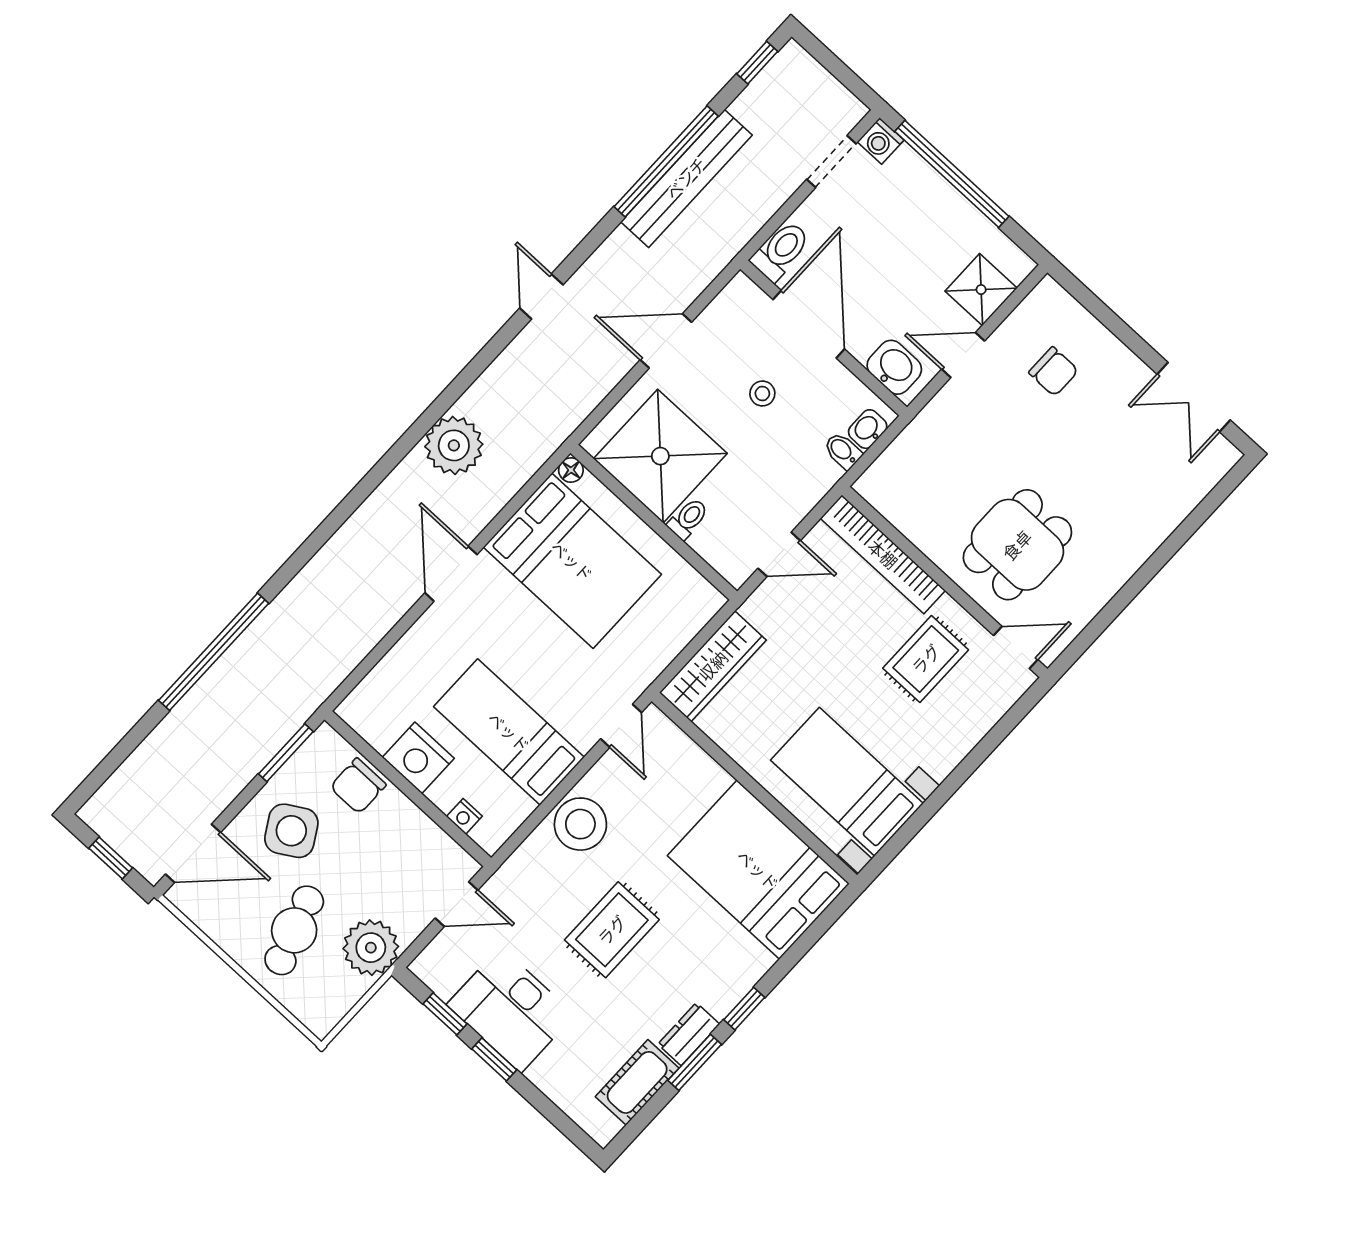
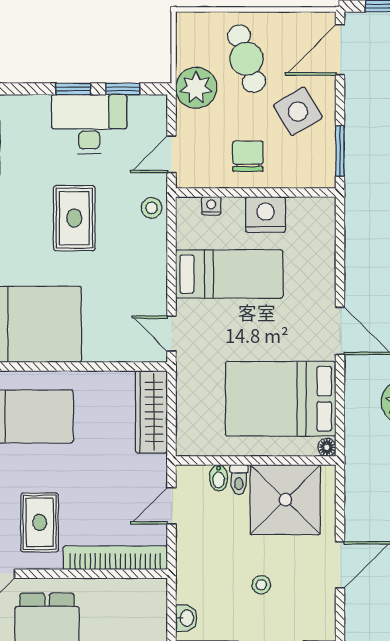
bidet: (843, 451) -> (219, 478), moved, turned 90
chair: (358, 786) -> (248, 156), moved
stool: (580, 824) -> (152, 208), moved, width x0.53, depth x0.53

